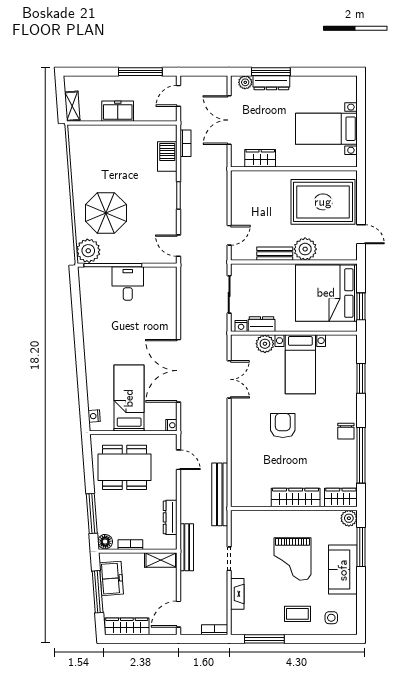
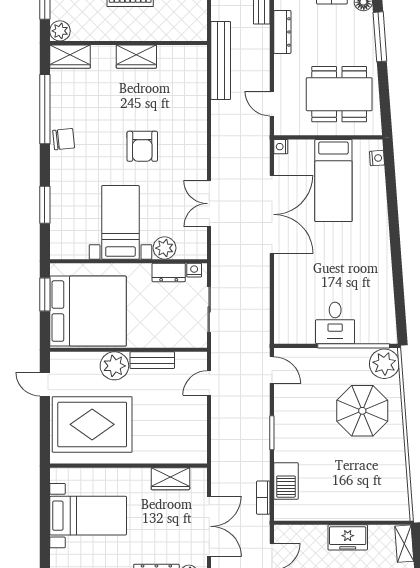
chair: (346, 431) -> (64, 139), turned 84
wardrobe: (296, 498) -> (136, 57), width x0.67

